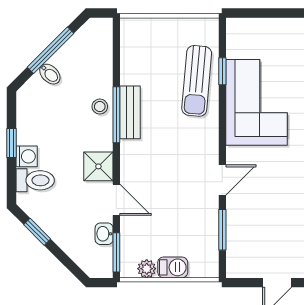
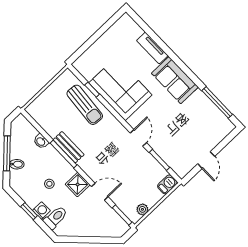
stool: (100, 107) -> (49, 184), moved
window: (37, 232) -> (78, 240), removed
washbasin: (104, 234) -> (41, 141), moved
barbecue: (173, 267) -> (167, 184), moved

